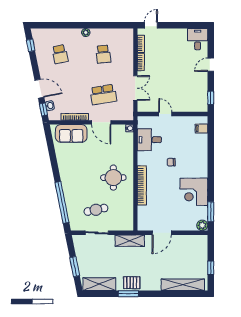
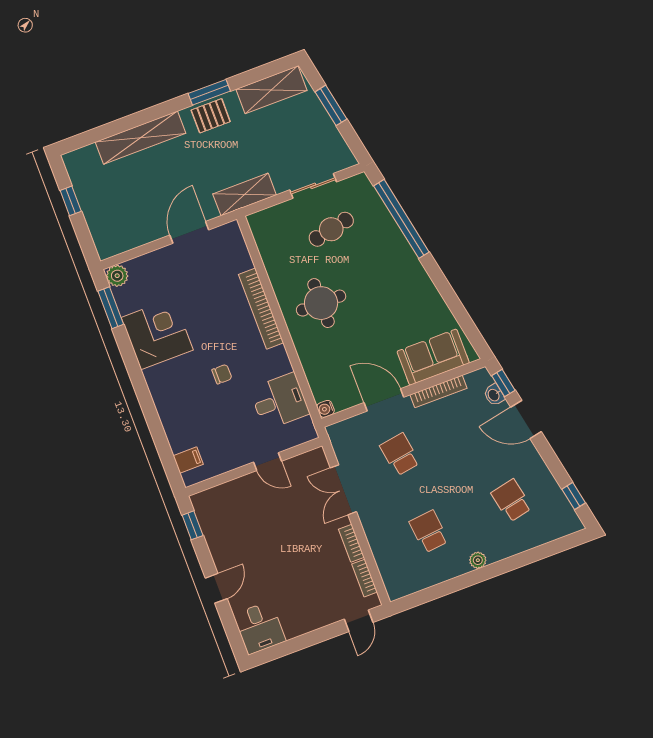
school desk: (103, 95) -> (400, 454), width x0.54
shelving: (183, 285) -> (141, 138), moved

